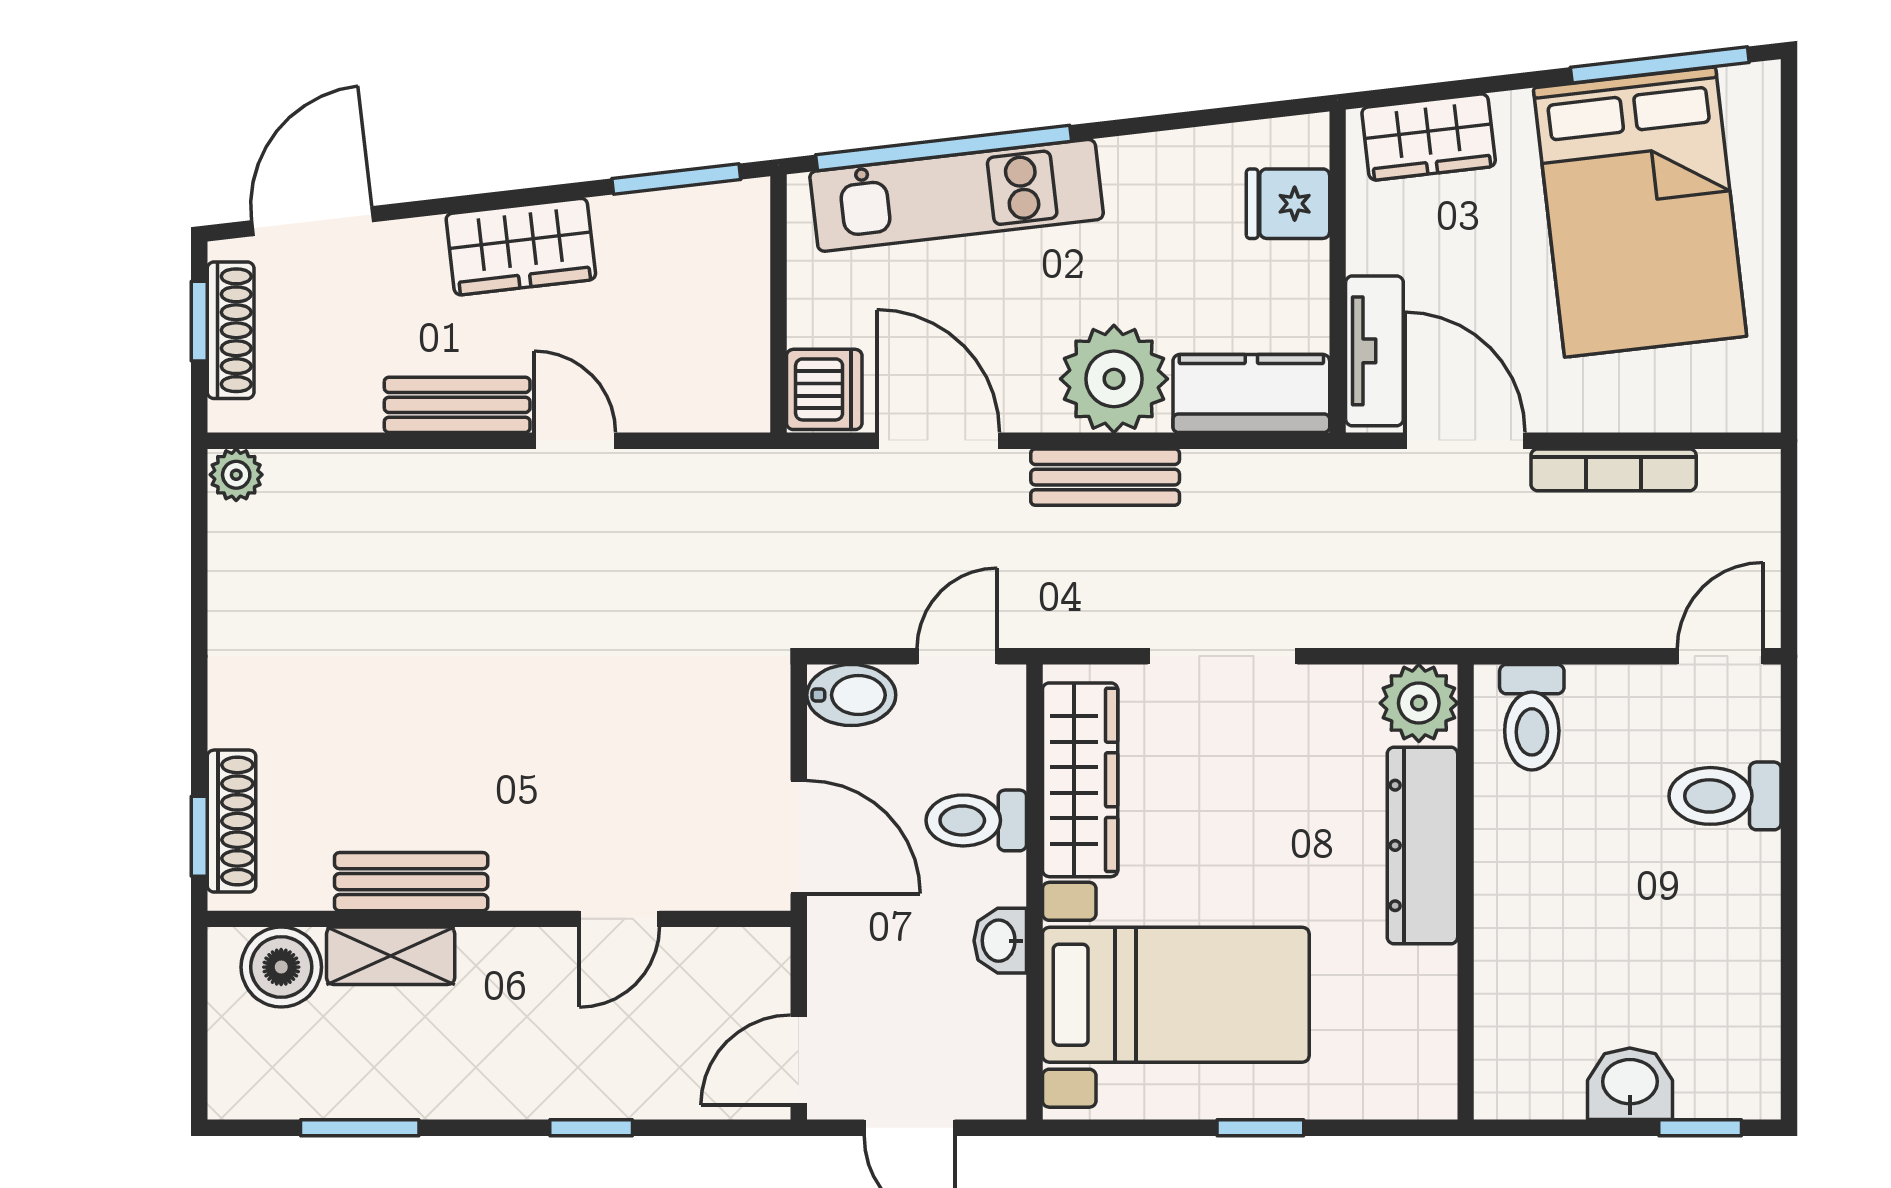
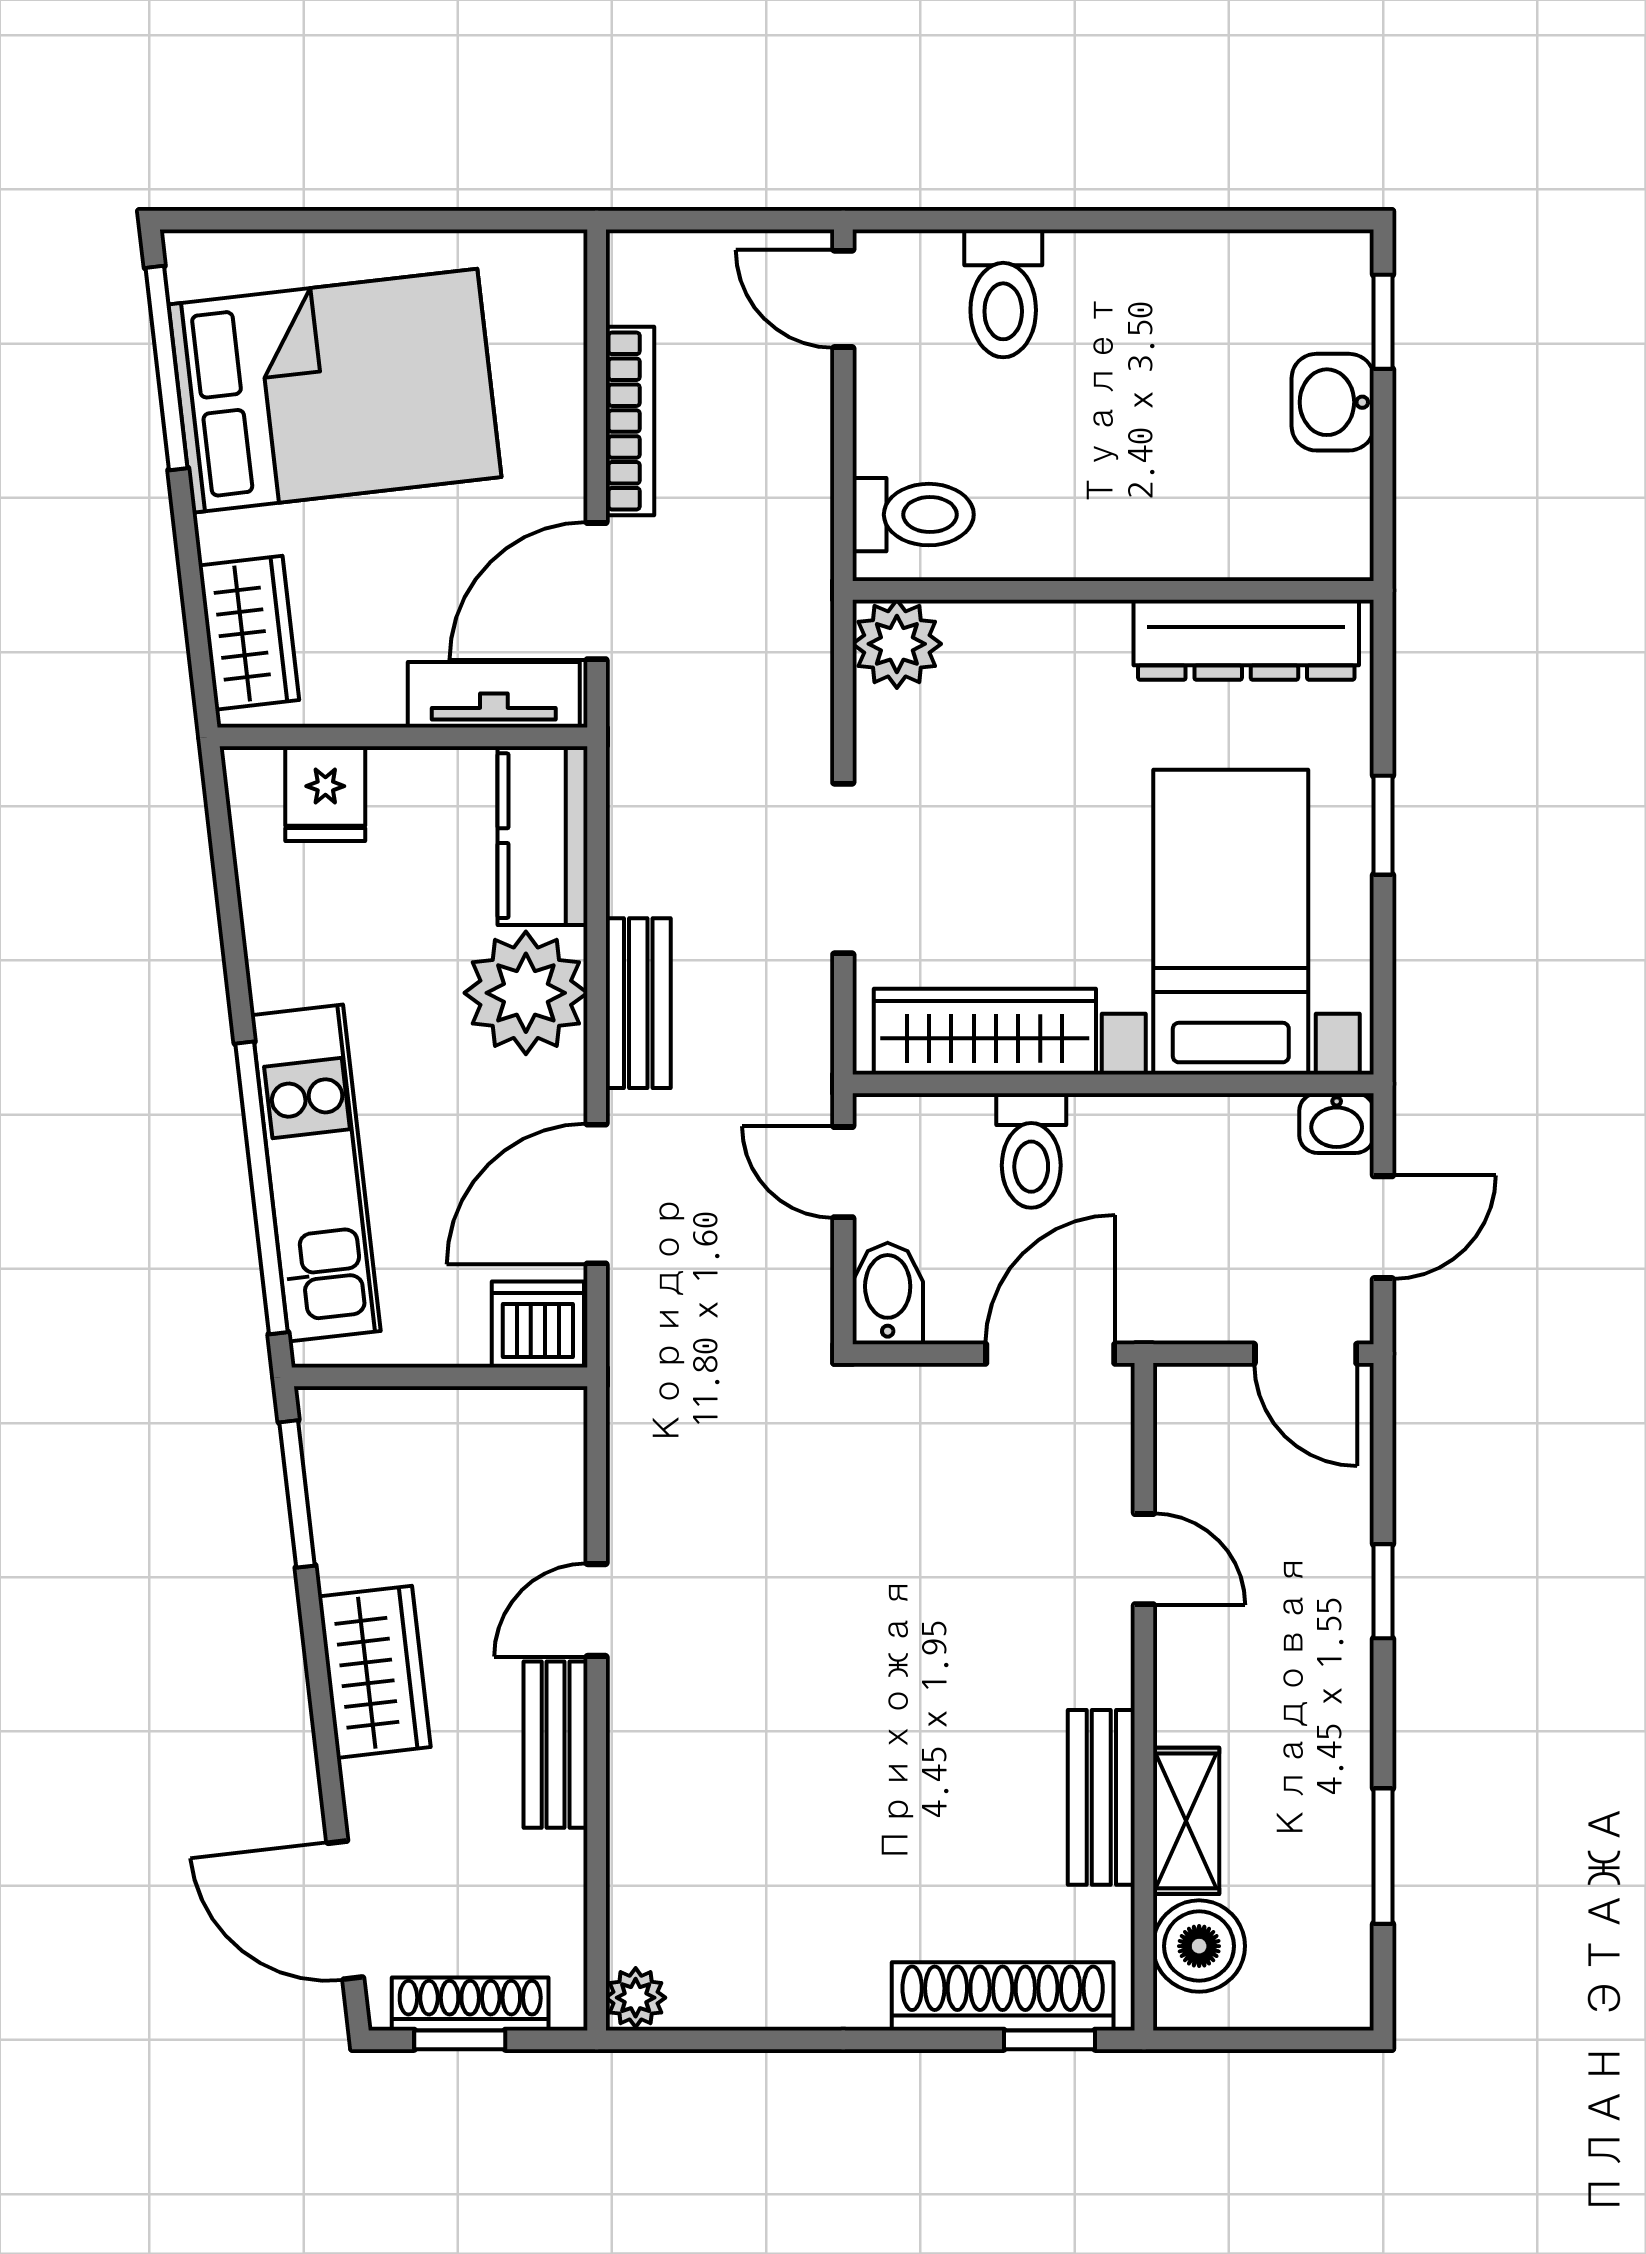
shoe rack: (232, 821) -> (1003, 1996), width x1.36, depth x1.24
dresser: (1422, 845) -> (1246, 640), moved
washbasin: (1000, 941) -> (1337, 1123), moved

